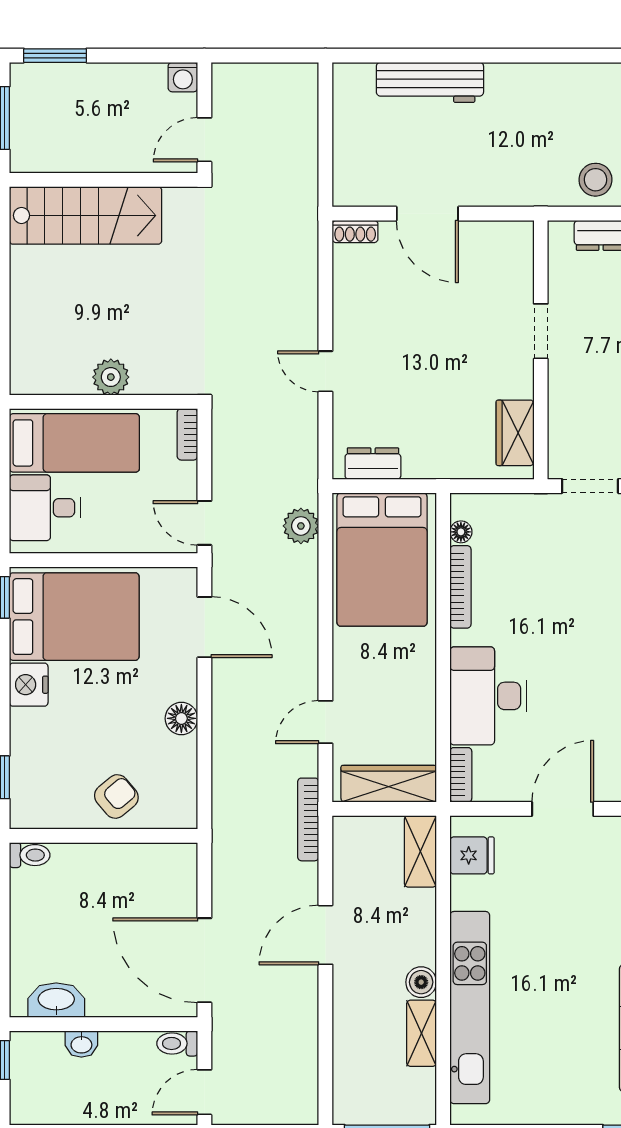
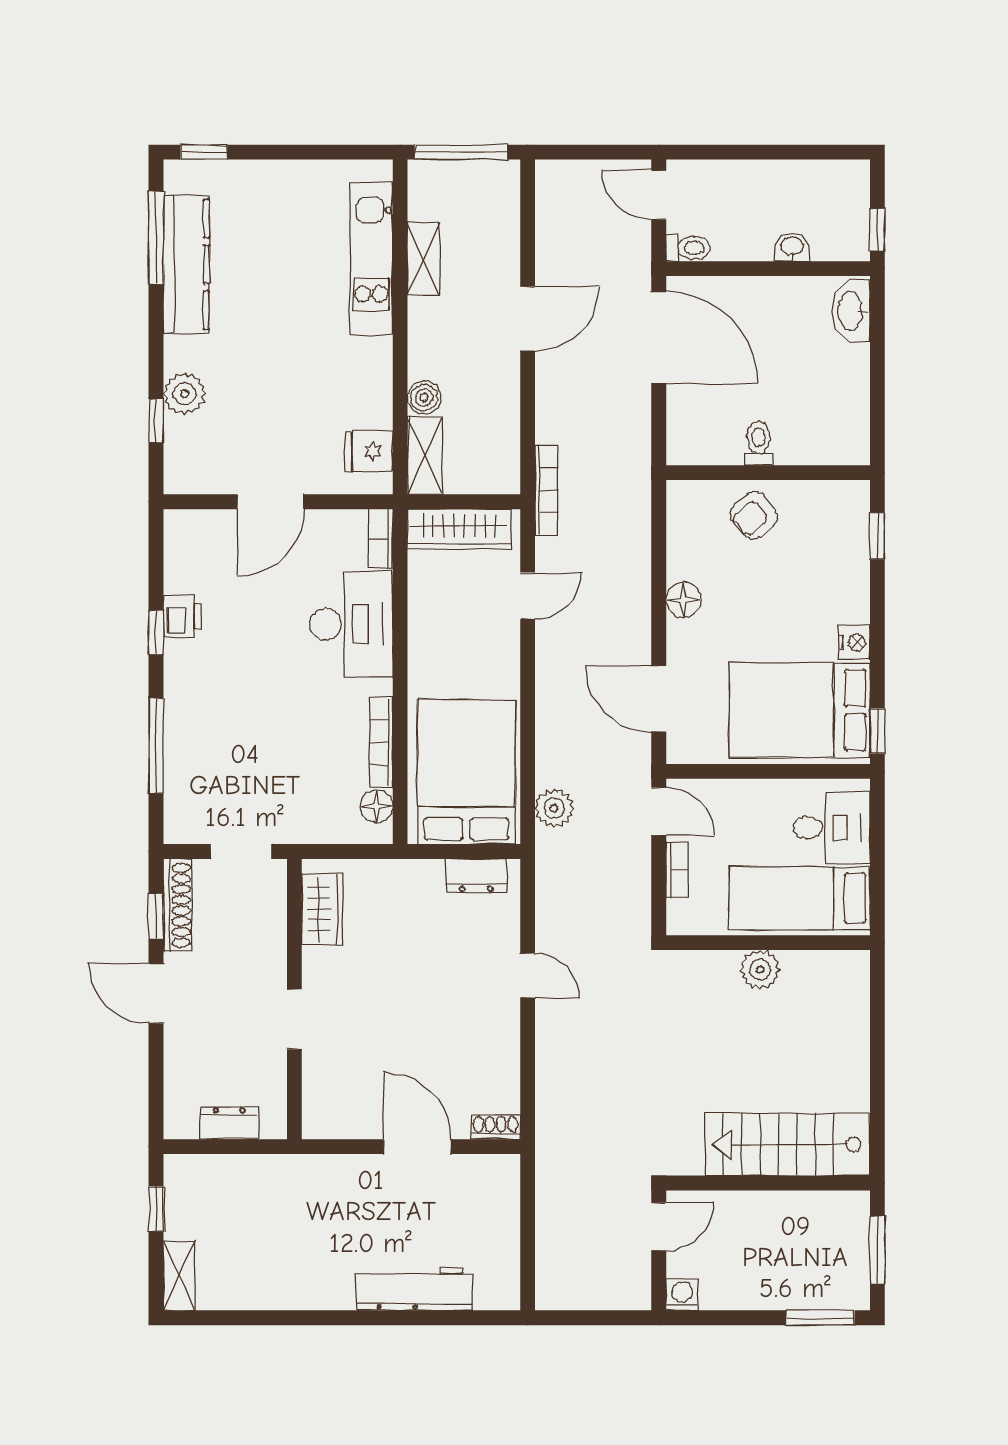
stool: (595, 180) -> (235, 1183), removed
bookcase: (187, 434) -> (677, 870), moved
floor lamp: (461, 532) -> (376, 806), width x1.37, depth x1.37
nightstand: (29, 685) -> (854, 643), width x0.74, depth x0.75
toilet: (30, 855) -> (758, 443), moved, turned 90
door: (325, 935) -> (528, 319), moved
boiler: (421, 982) -> (424, 398), moved
washbasin: (56, 1000) -> (851, 311), moved, turned 90
kitchen unit: (470, 1008) -> (371, 259), width x0.73
door: (204, 1092) -> (659, 195), swing flipped

